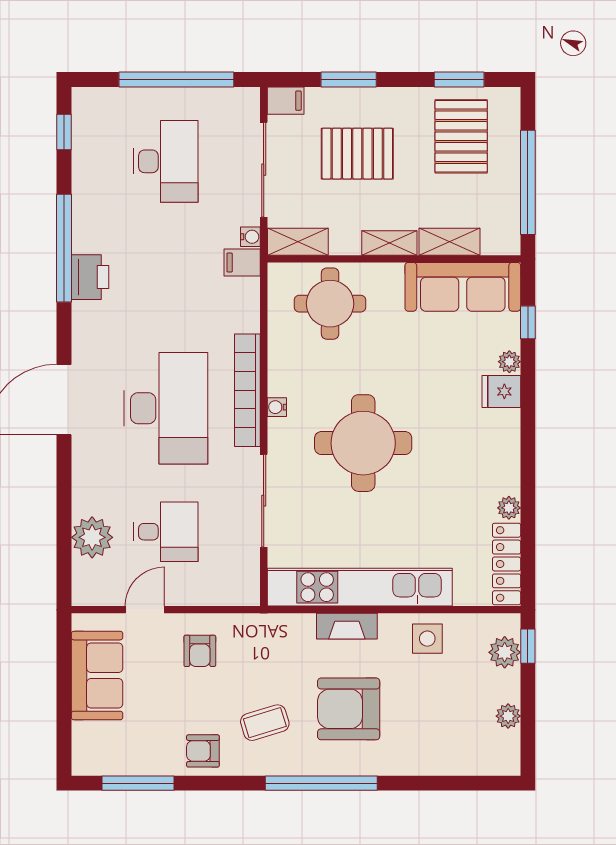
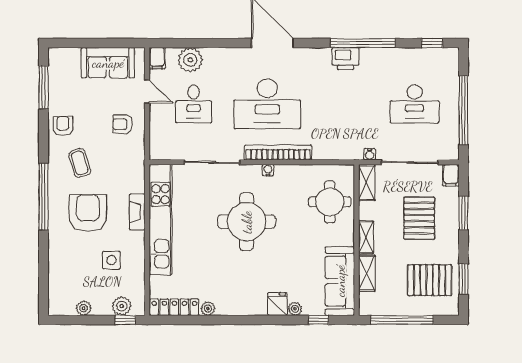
filing cabinet: (242, 262) -> (157, 58), moved, turned 180
side table: (427, 639) -> (111, 260), moved

